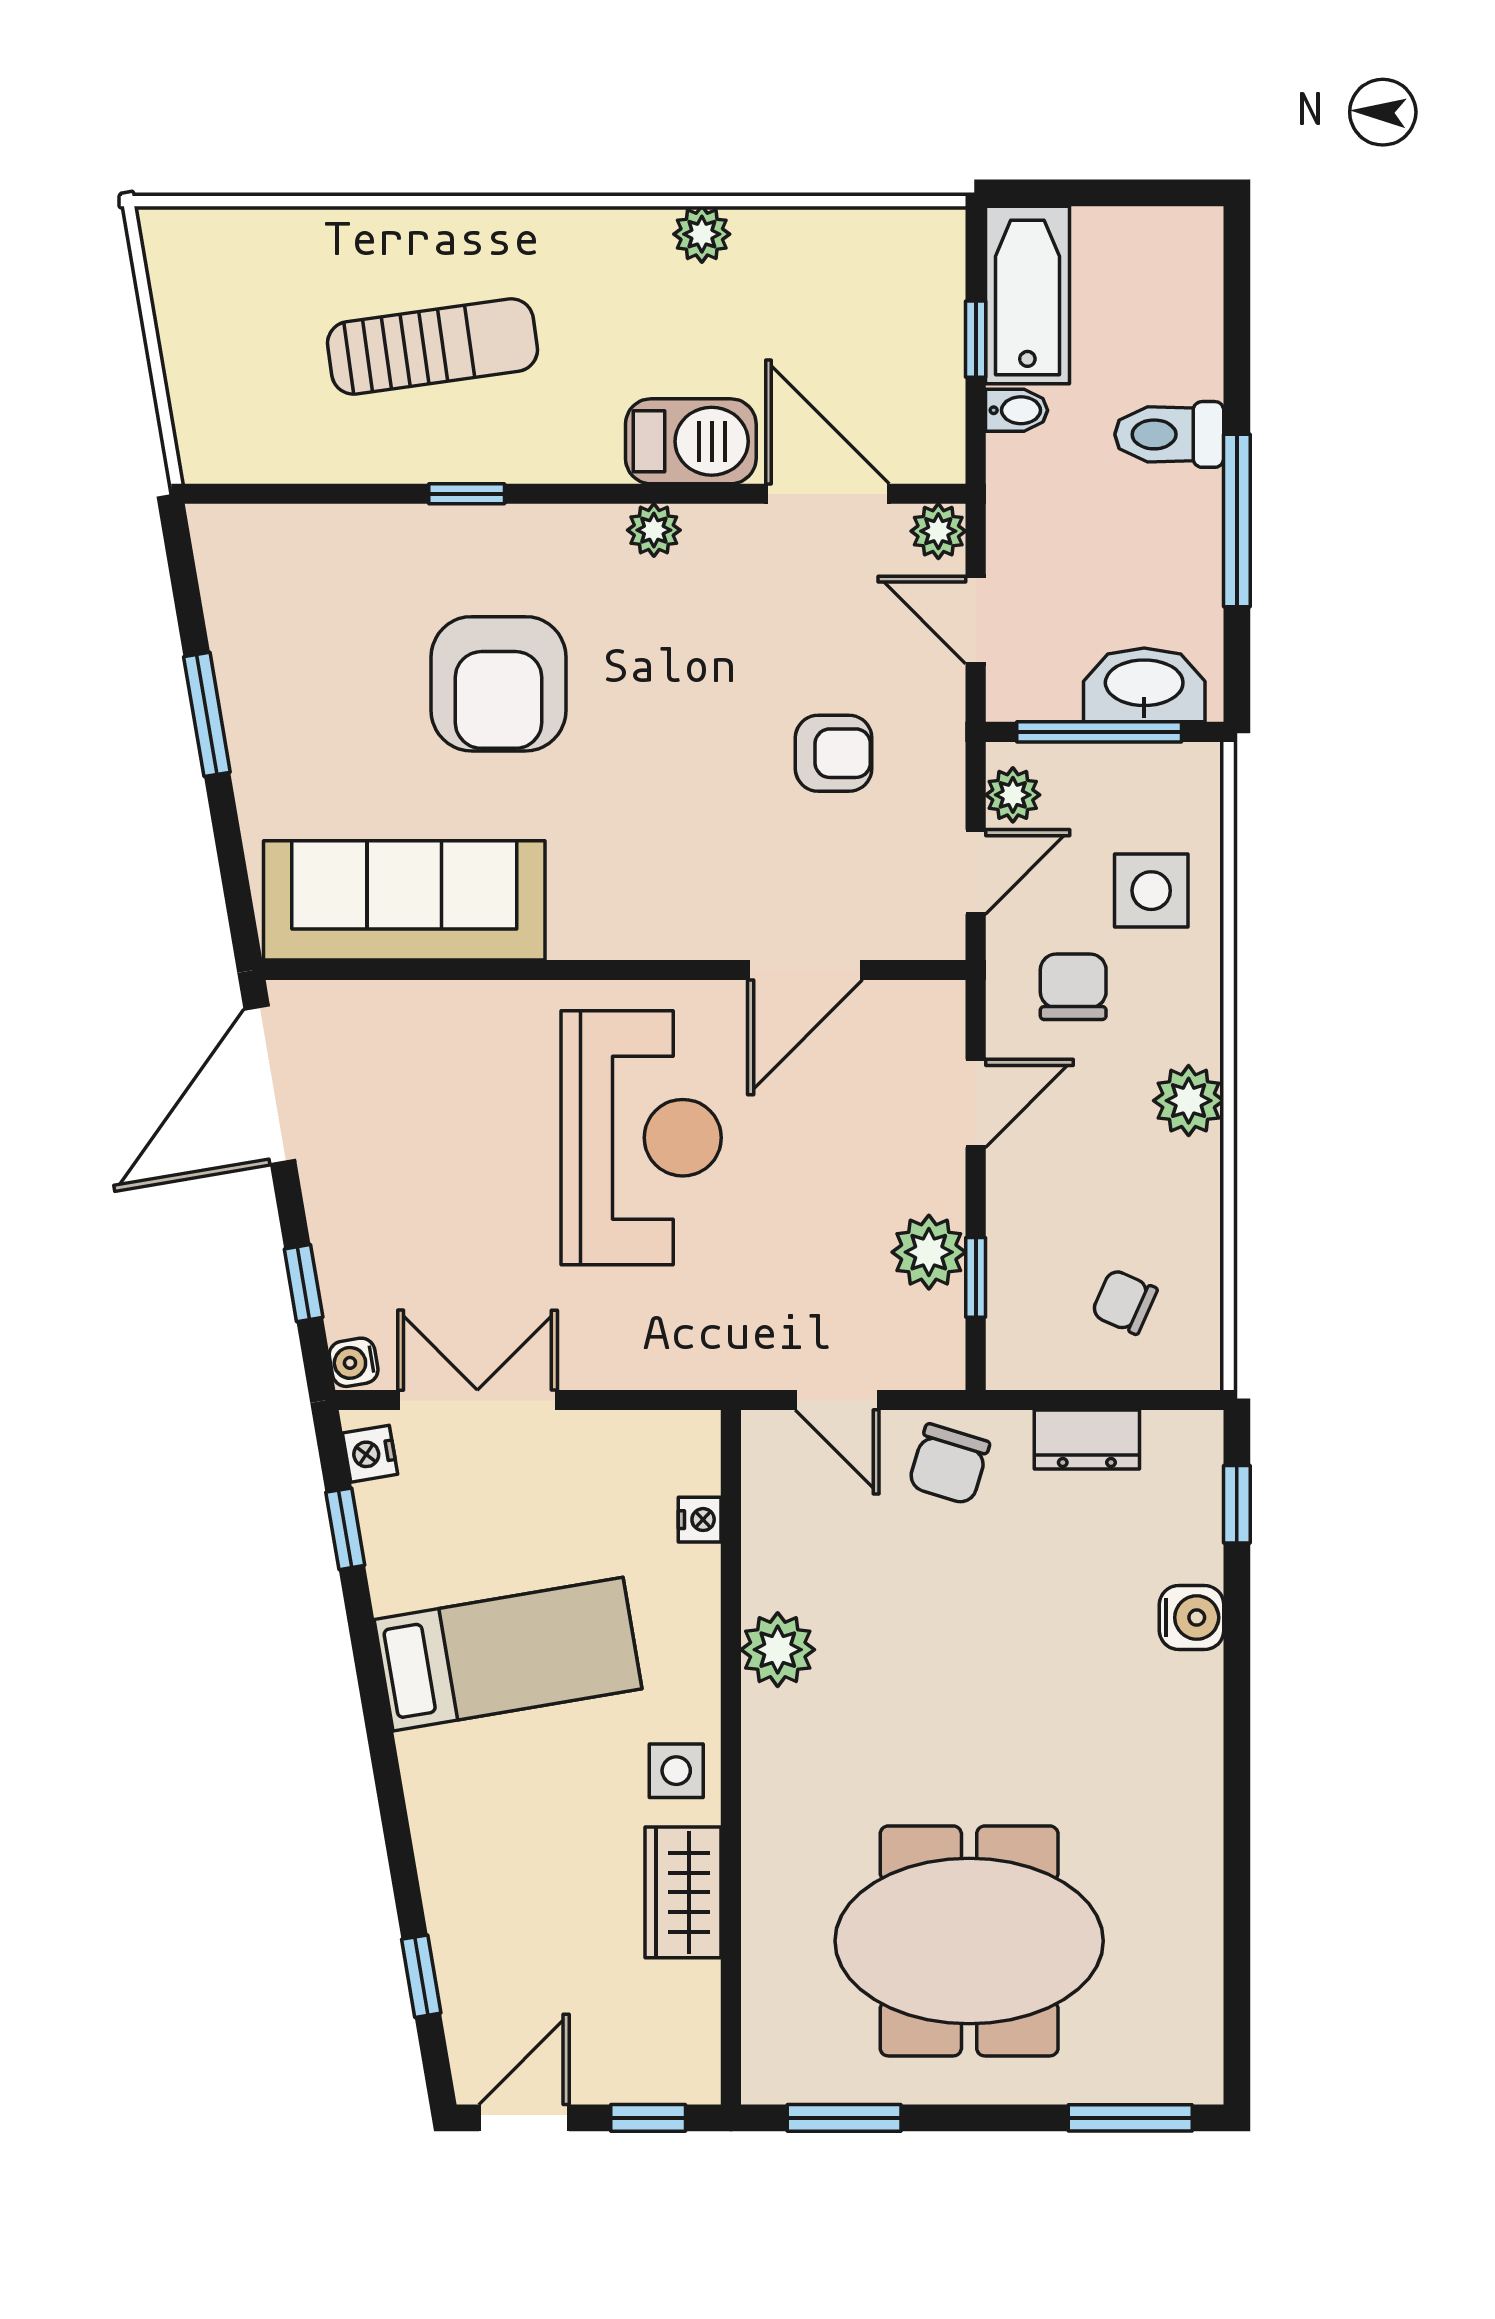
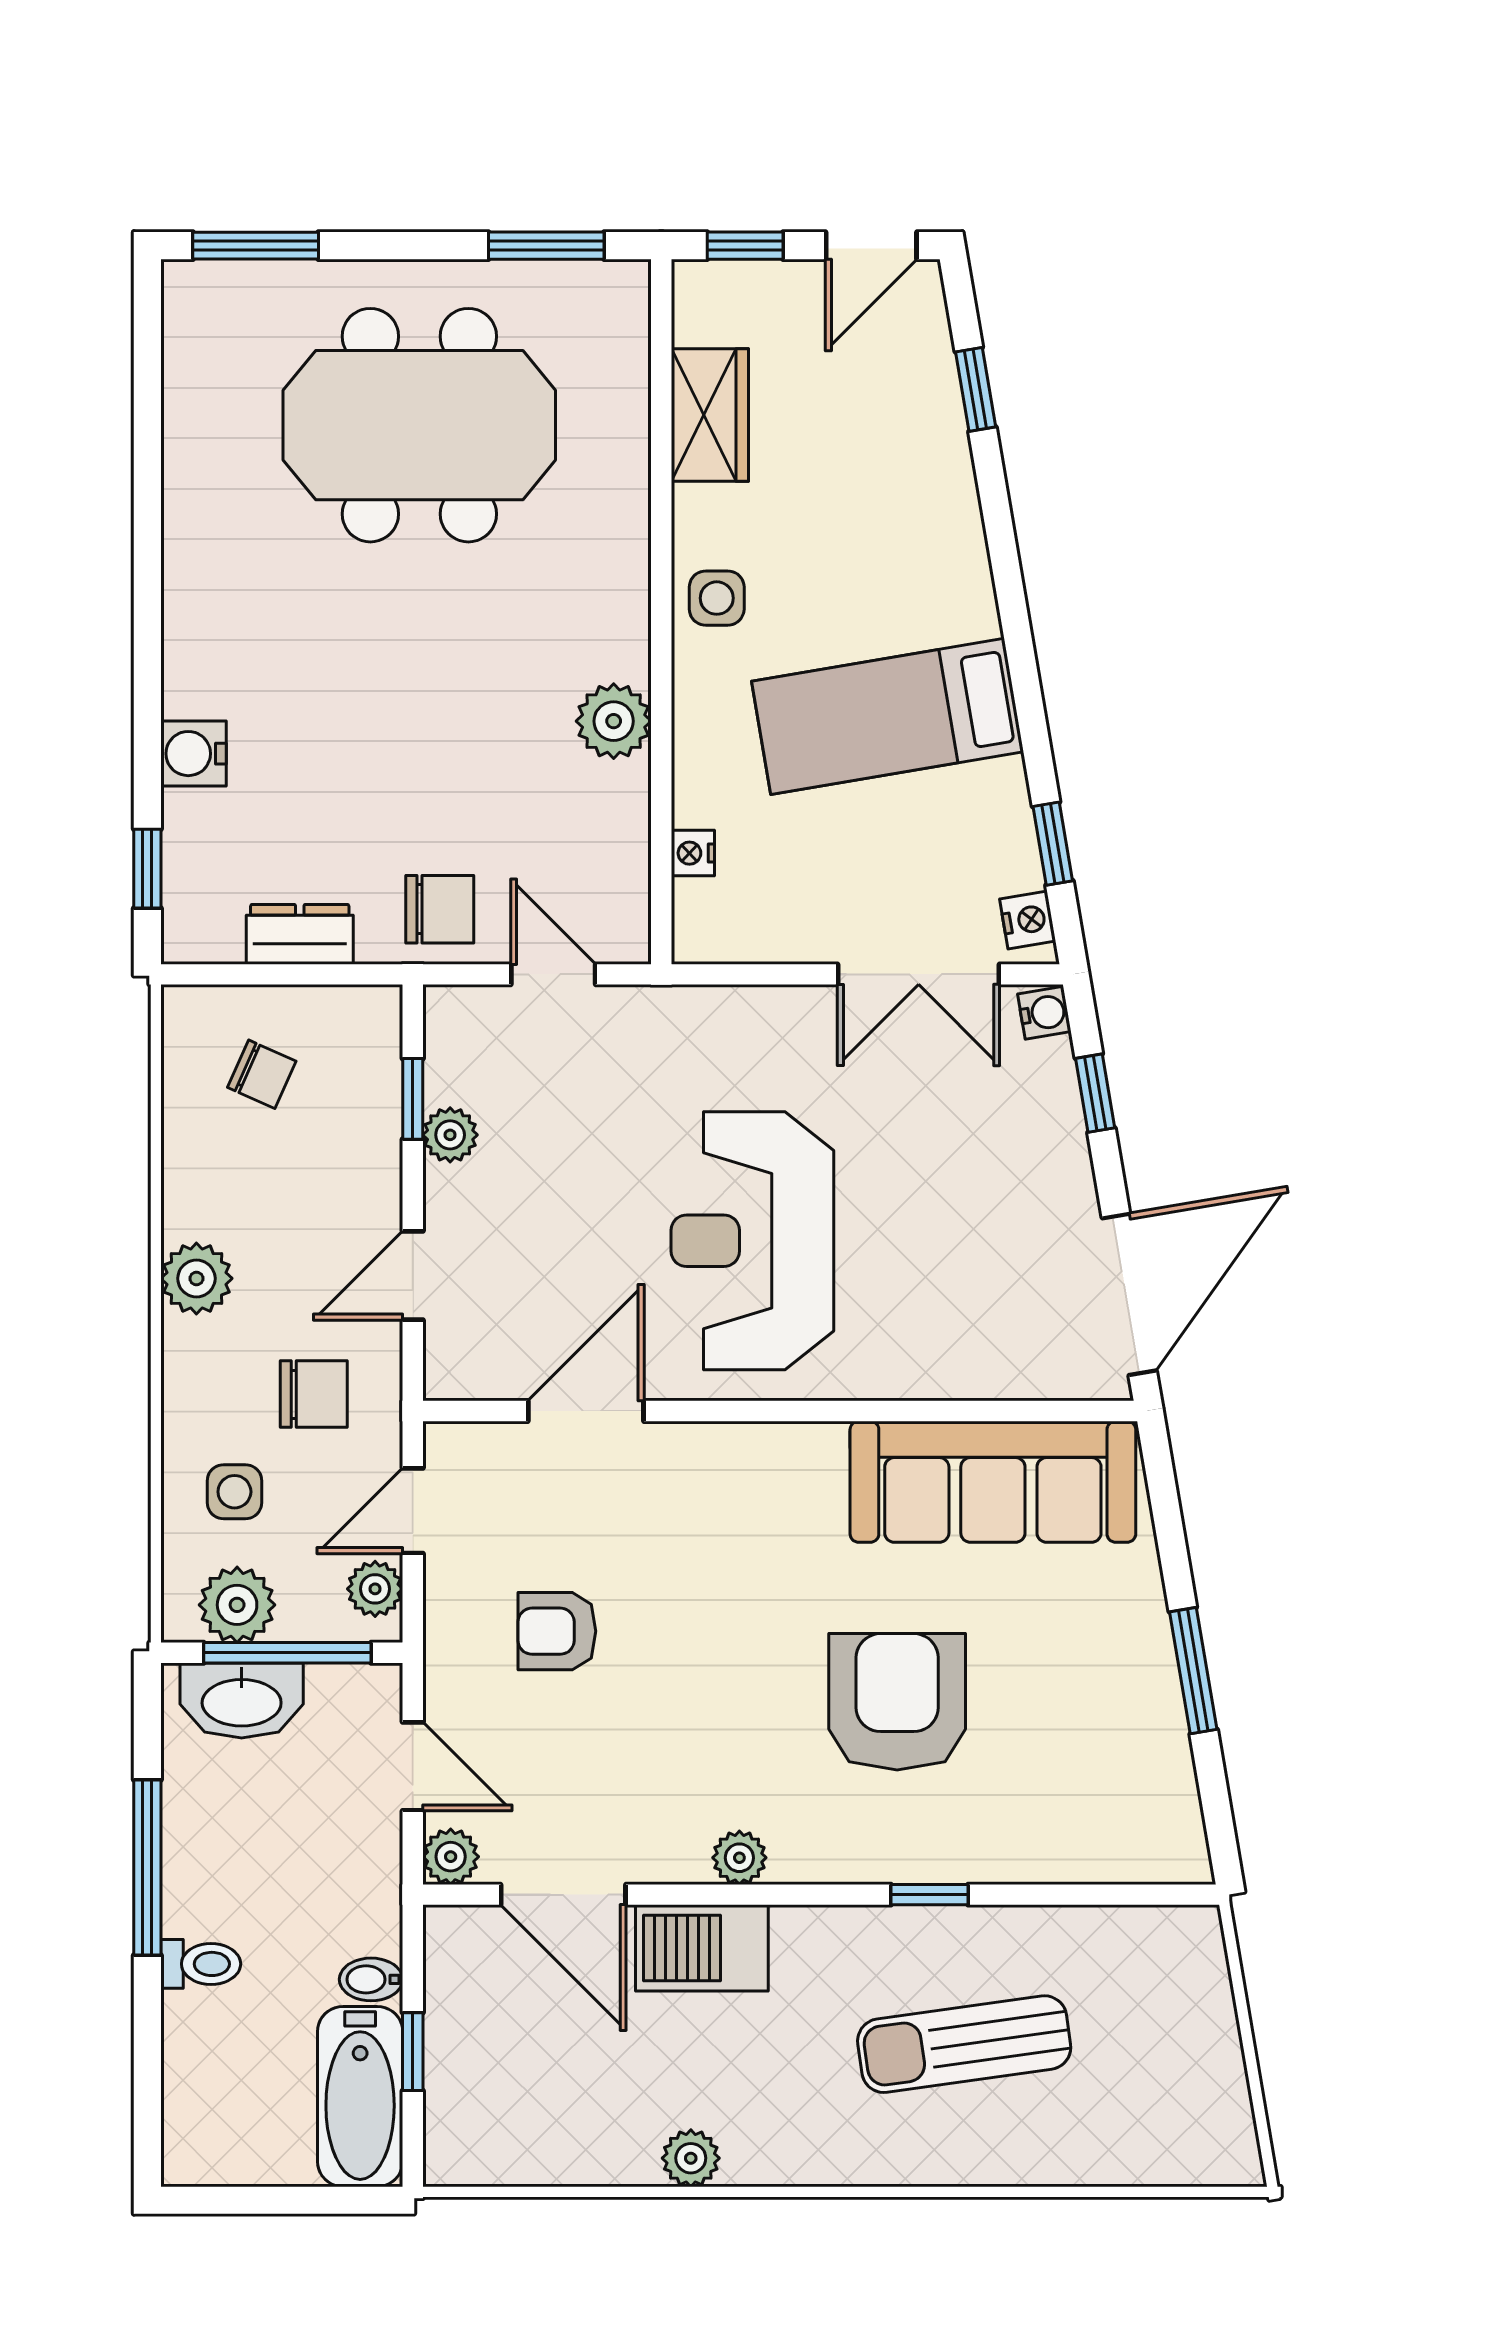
toilet: (1169, 434) -> (201, 1964), width x0.73, depth x0.72
plant: (1149, 779) -> (237, 1605), added
side table: (1151, 891) -> (234, 1492), width x0.73, depth x0.73
chair: (1073, 987) -> (314, 1394), turned -90
plant: (929, 1252) -> (450, 1135), width x0.73, depth x0.73
chair: (949, 1464) -> (440, 909), turned 73
wardrobe: (683, 1892) -> (710, 415), moved

